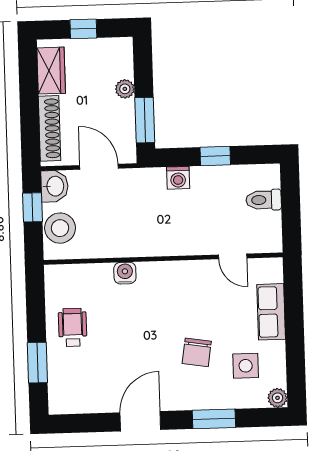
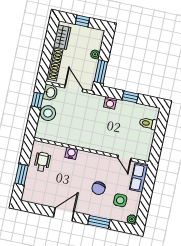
door: (233, 256) -> (124, 158), moved
wall: (163, 259) -> (91, 151), moved
water cooler: (125, 273) -> (71, 153), moved

